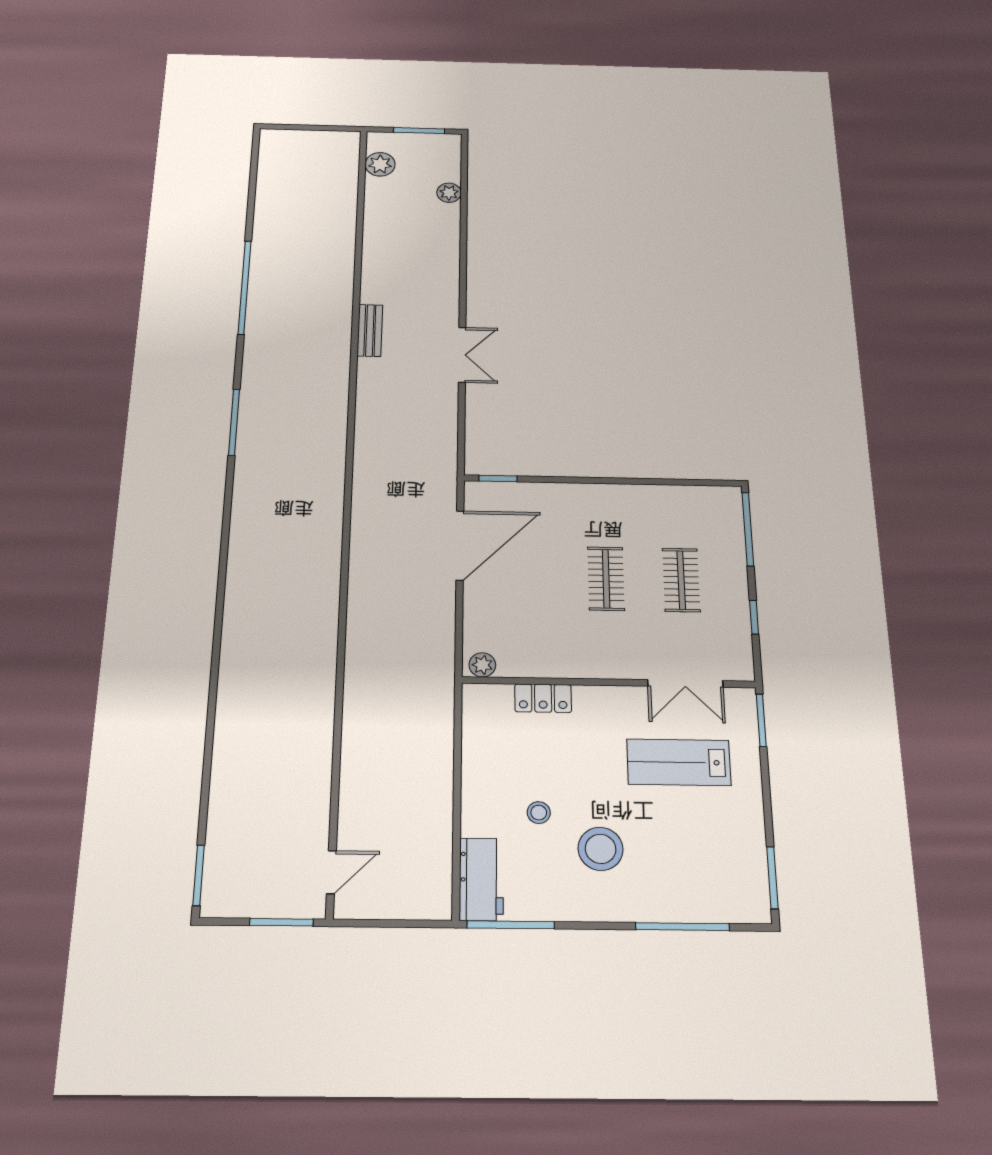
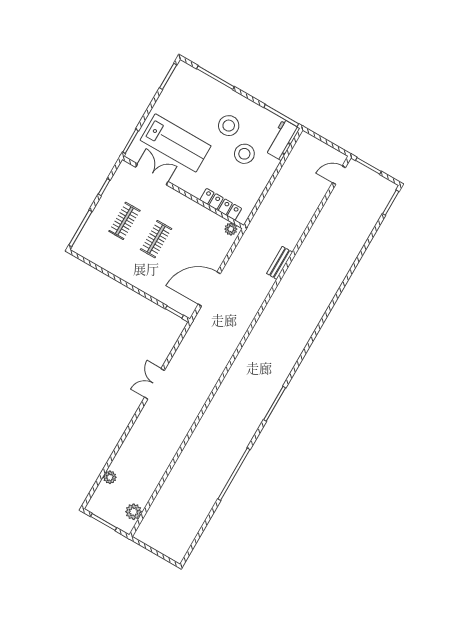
bench: (370, 330) -> (280, 263), moved
locker: (543, 698) -> (221, 204), width x1.53
lab bench: (679, 762) -> (176, 143), width x1.36, depth x1.39
stool: (539, 813) -> (244, 154), width x1.89, depth x1.89

